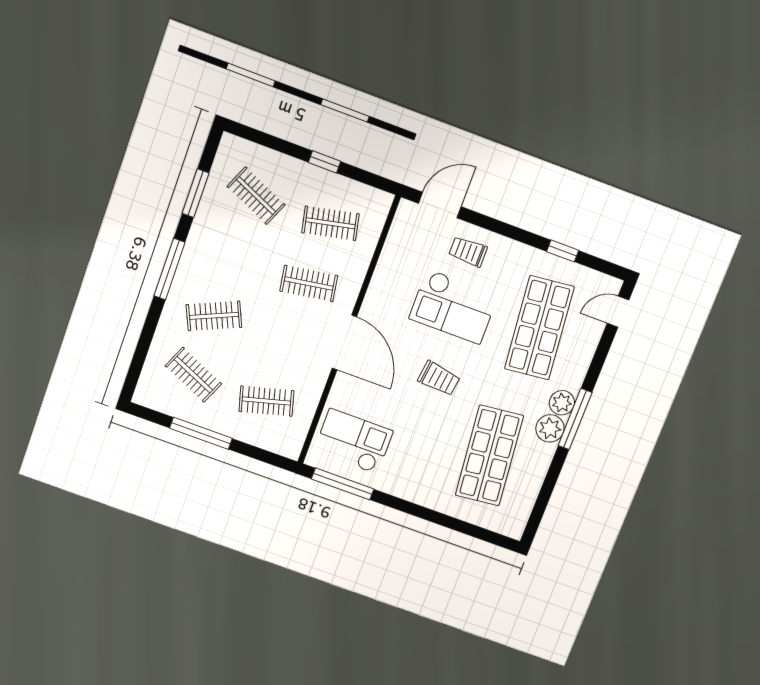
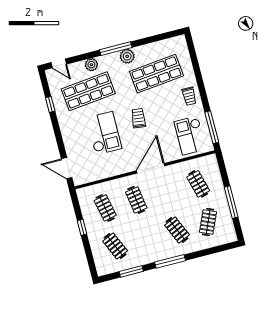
clothes rail: (256, 196) -> (115, 246), turned -48
trolley: (468, 252) -> (189, 96), moved
plant: (562, 403) -> (91, 65), moved

